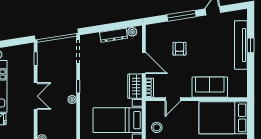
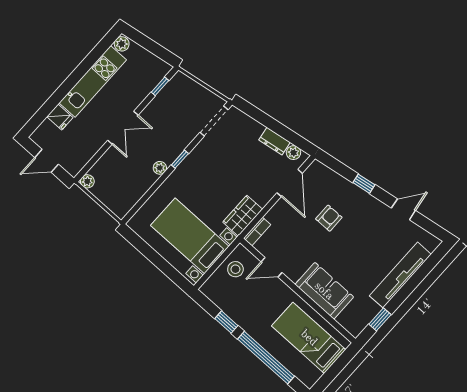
window: (181, 16) -> (364, 184), width x0.46
dresser: (114, 35) -> (274, 141), width x0.70
window: (251, 45) -> (380, 319), moved
door: (144, 63) -> (290, 183), moved
bed: (223, 118) -> (309, 338), width x0.67
stool: (157, 127) -> (235, 269), moved

